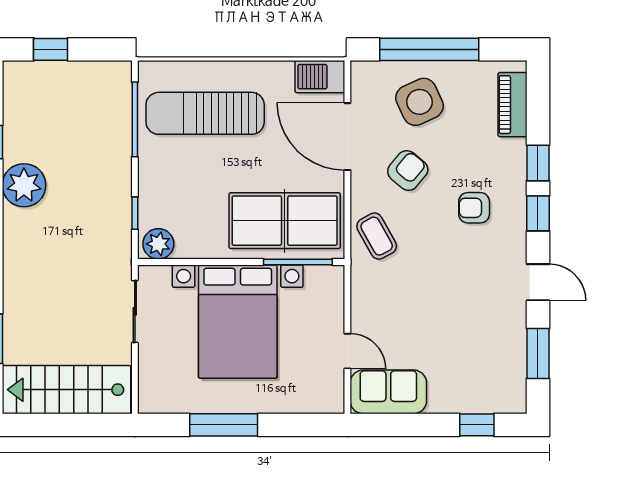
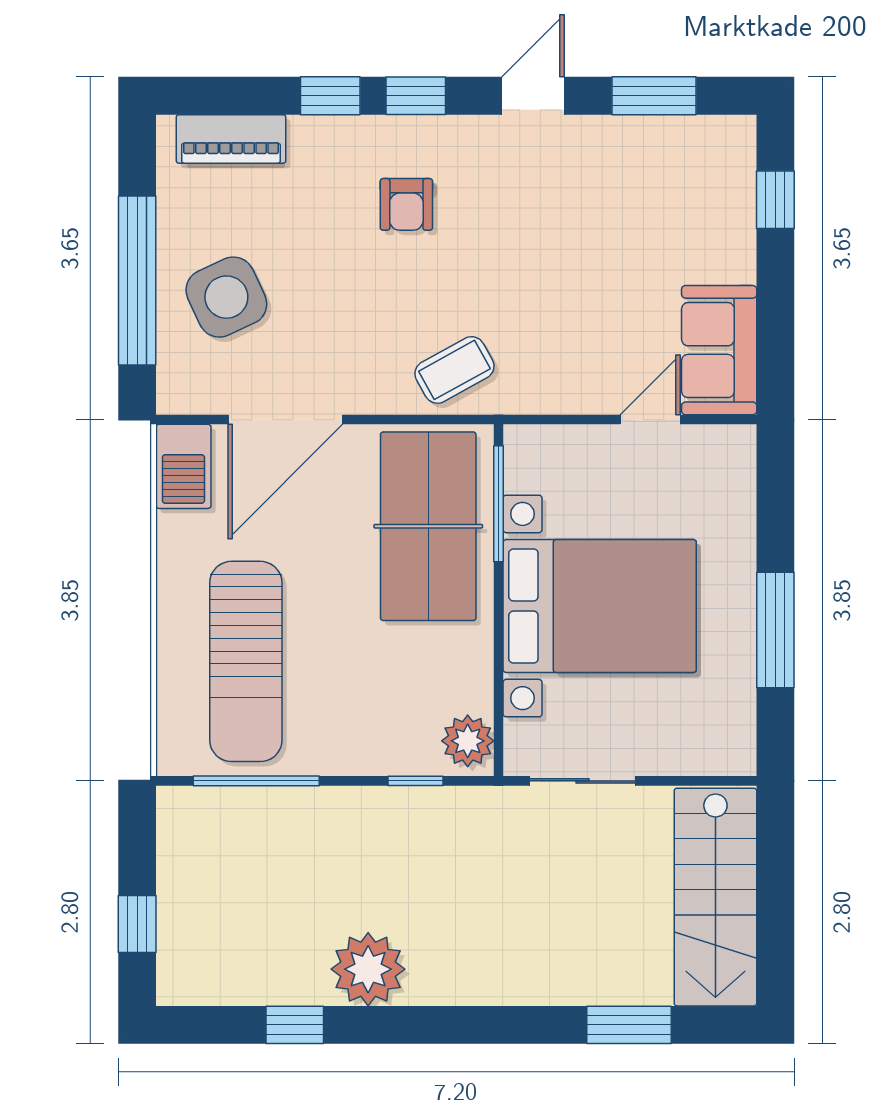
armchair: (408, 170) -> (343, 317), removed

